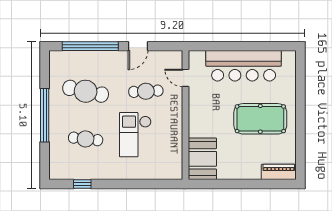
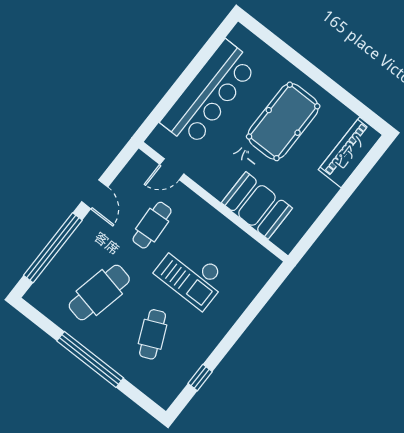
cafe table: (86, 139) -> (153, 334), turned -30
booth: (202, 159) -> (257, 205), moved
piano: (279, 172) -> (350, 152), width x1.37, depth x1.33

